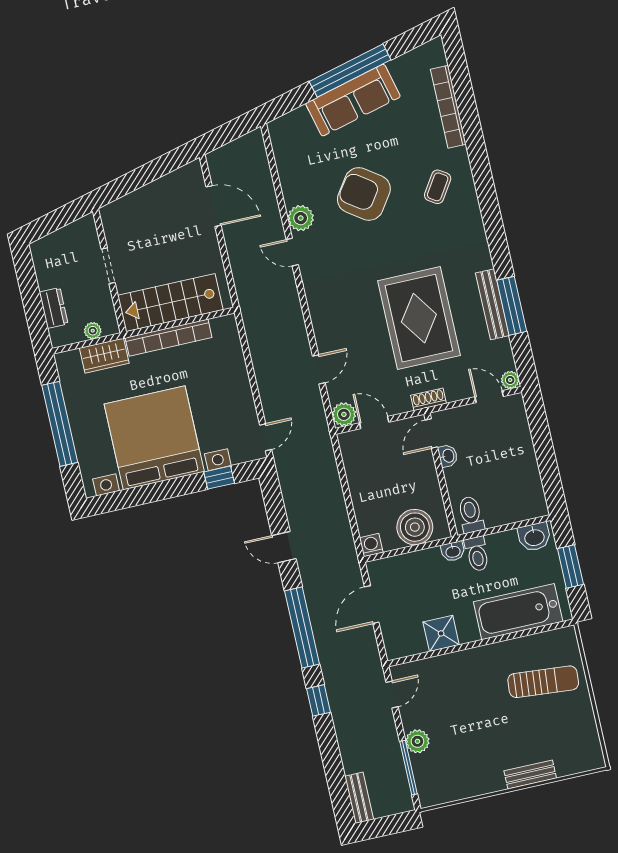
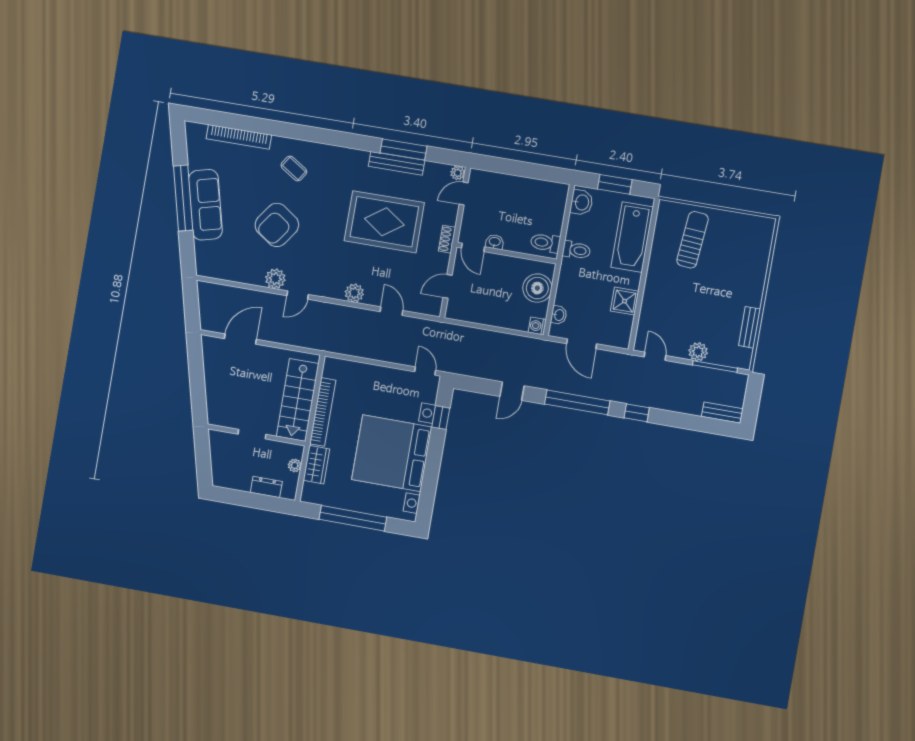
plant: (344, 414) -> (354, 293), moved
washbasin: (453, 551) -> (559, 315), moved
bench: (530, 774) -> (750, 327), moved

